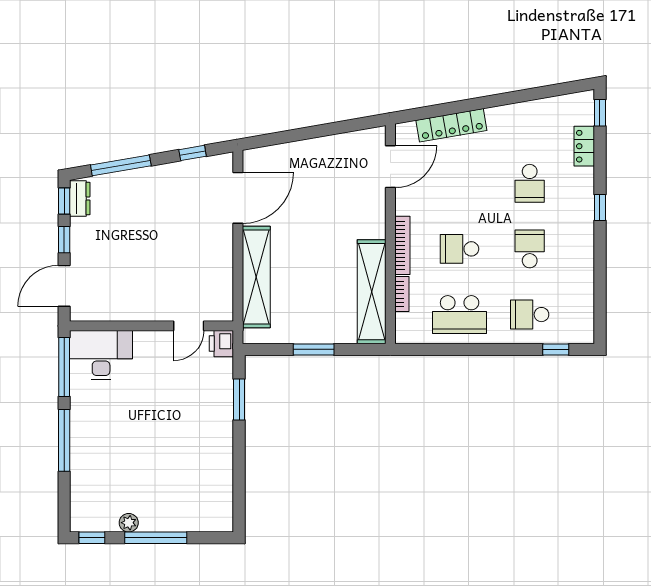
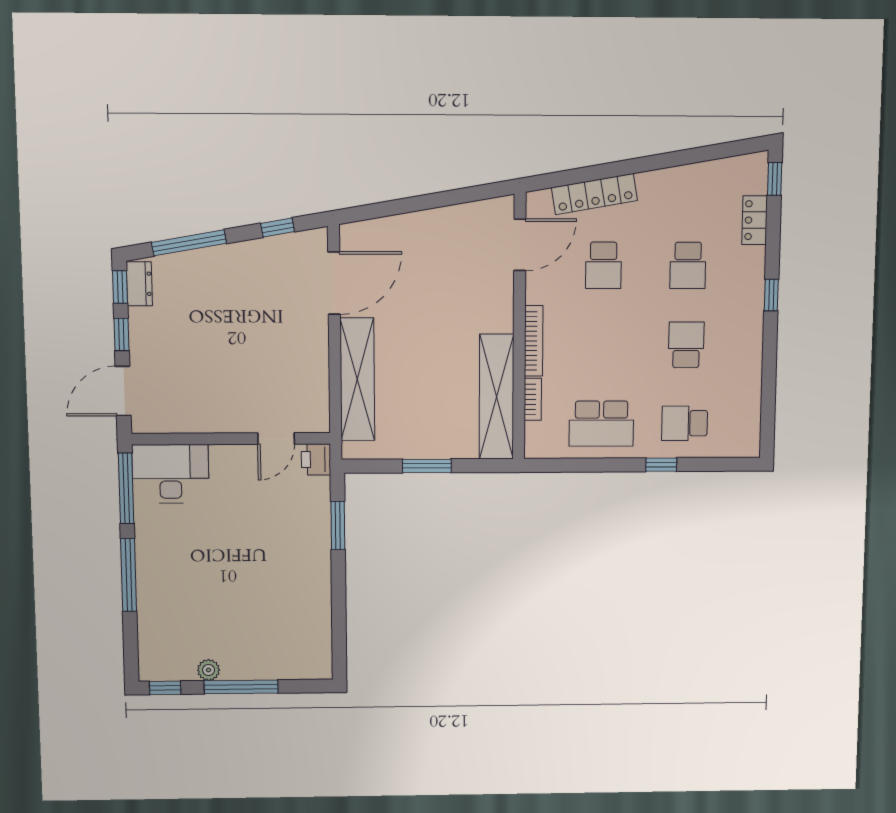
school desk: (460, 249) -> (603, 265), moved, turned -90
window: (556, 349) -> (661, 465), moved

